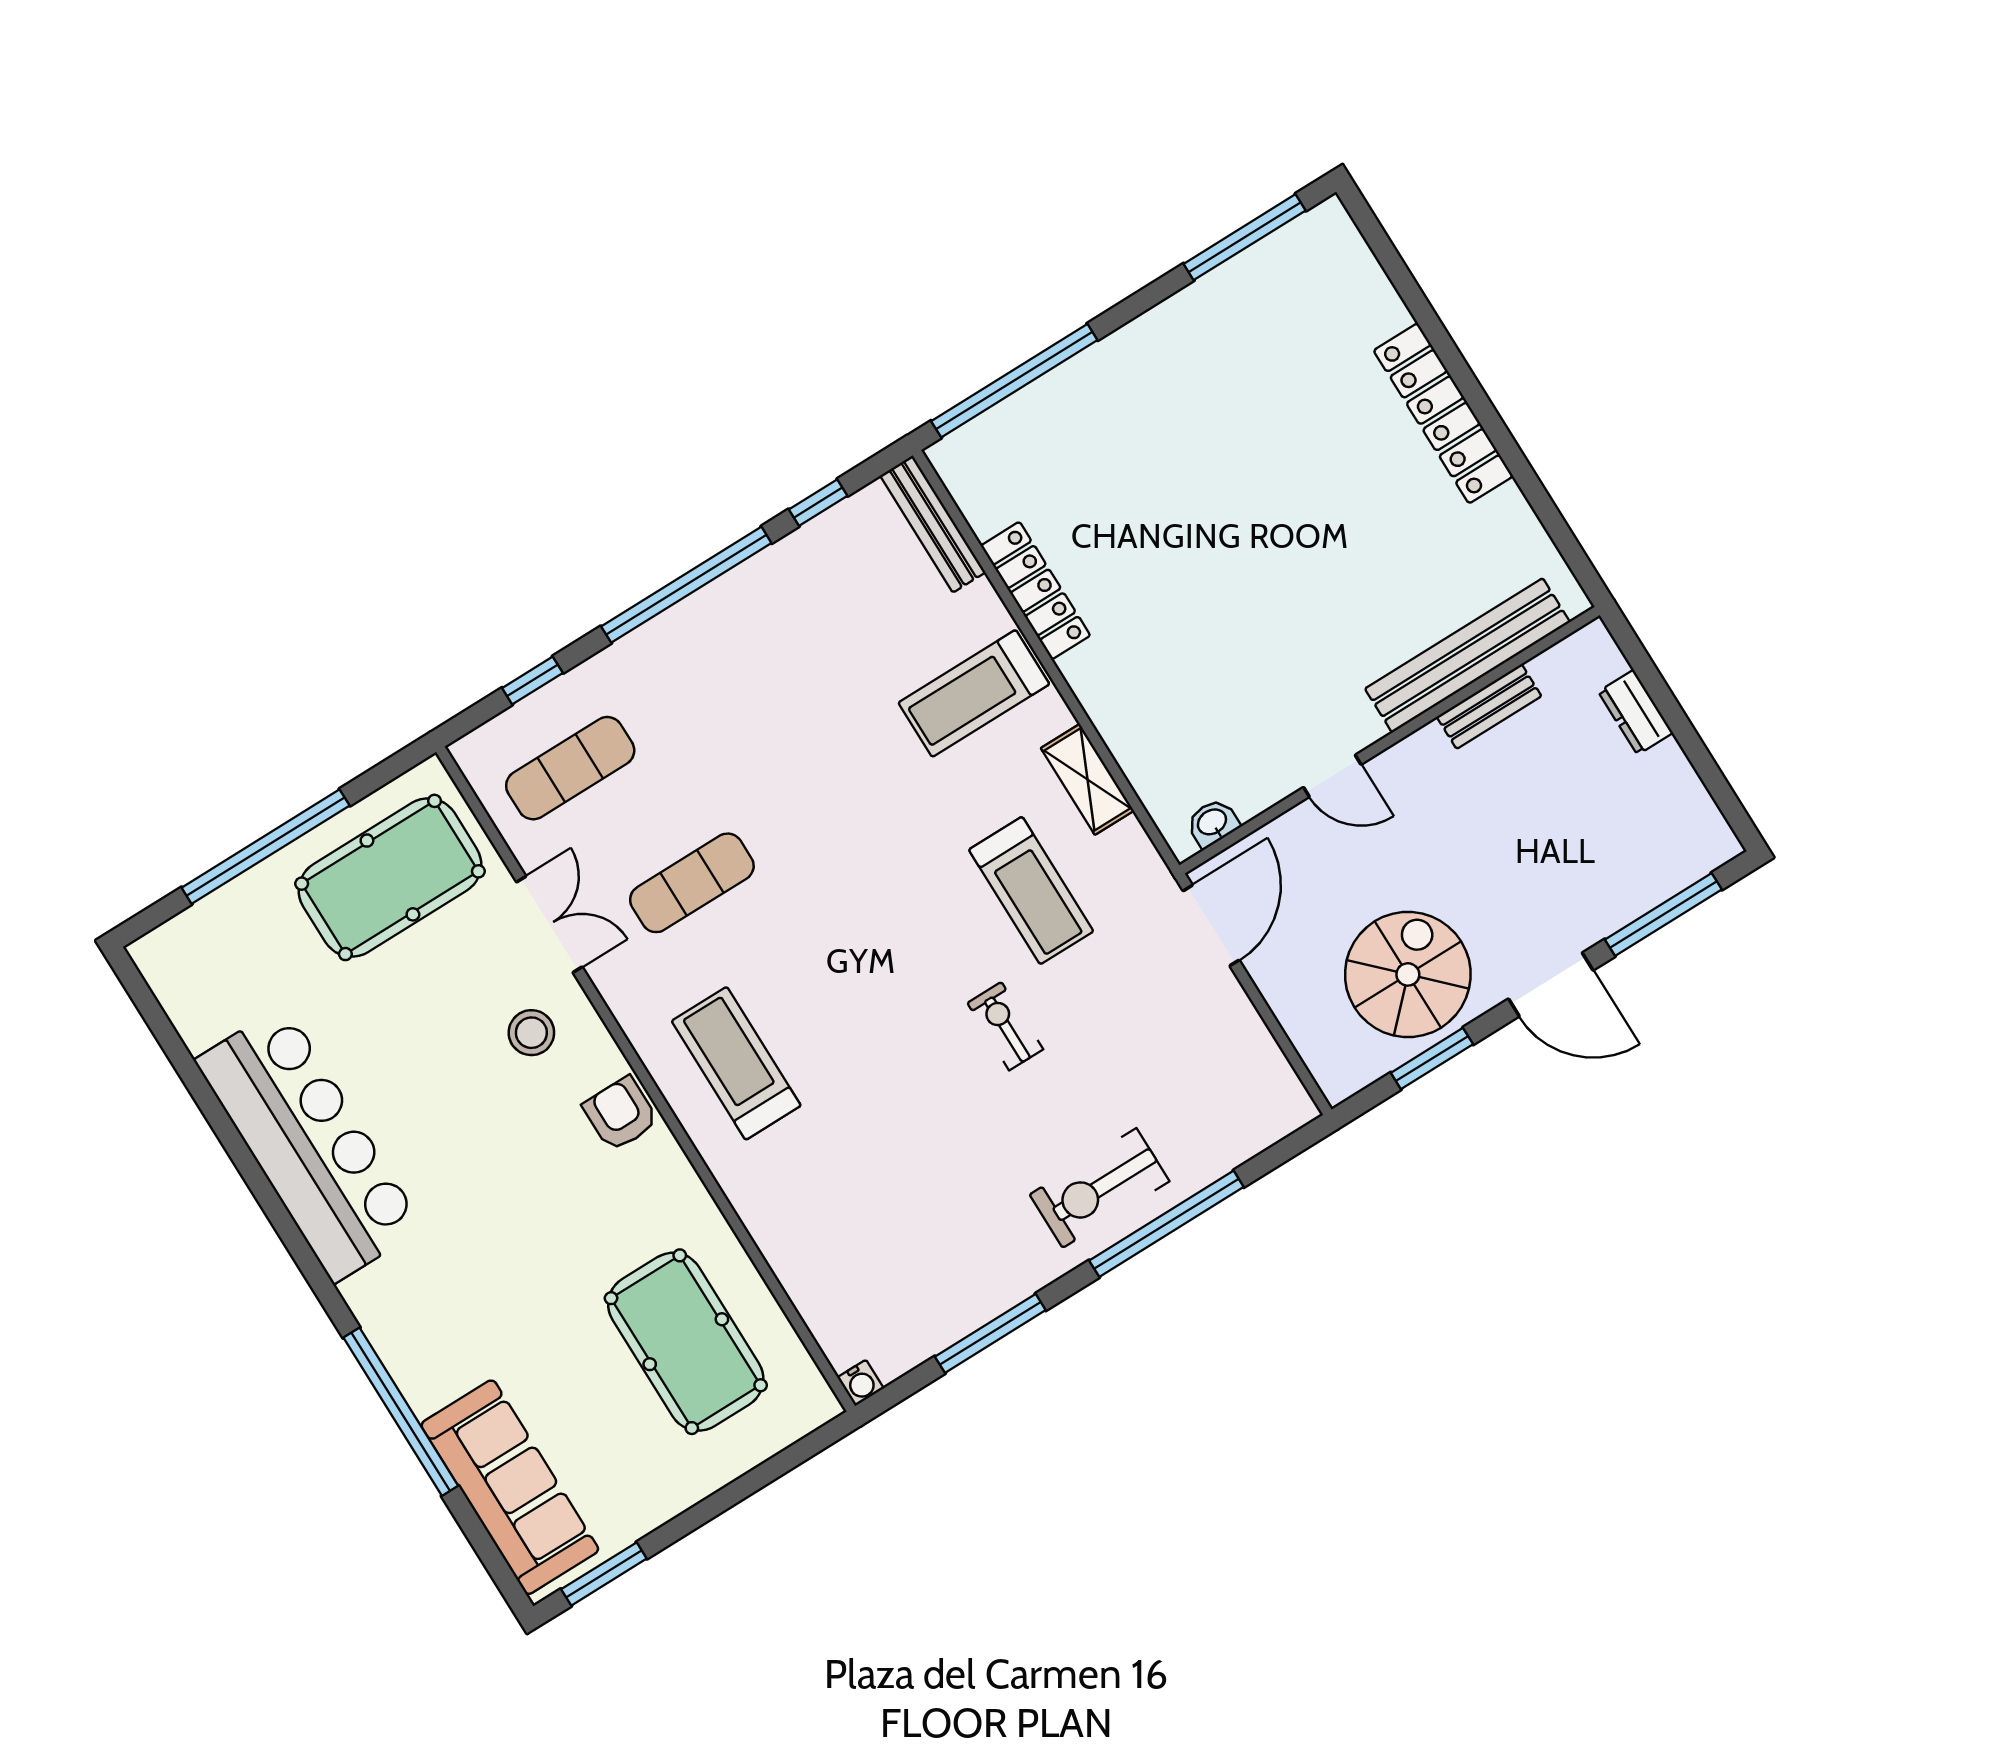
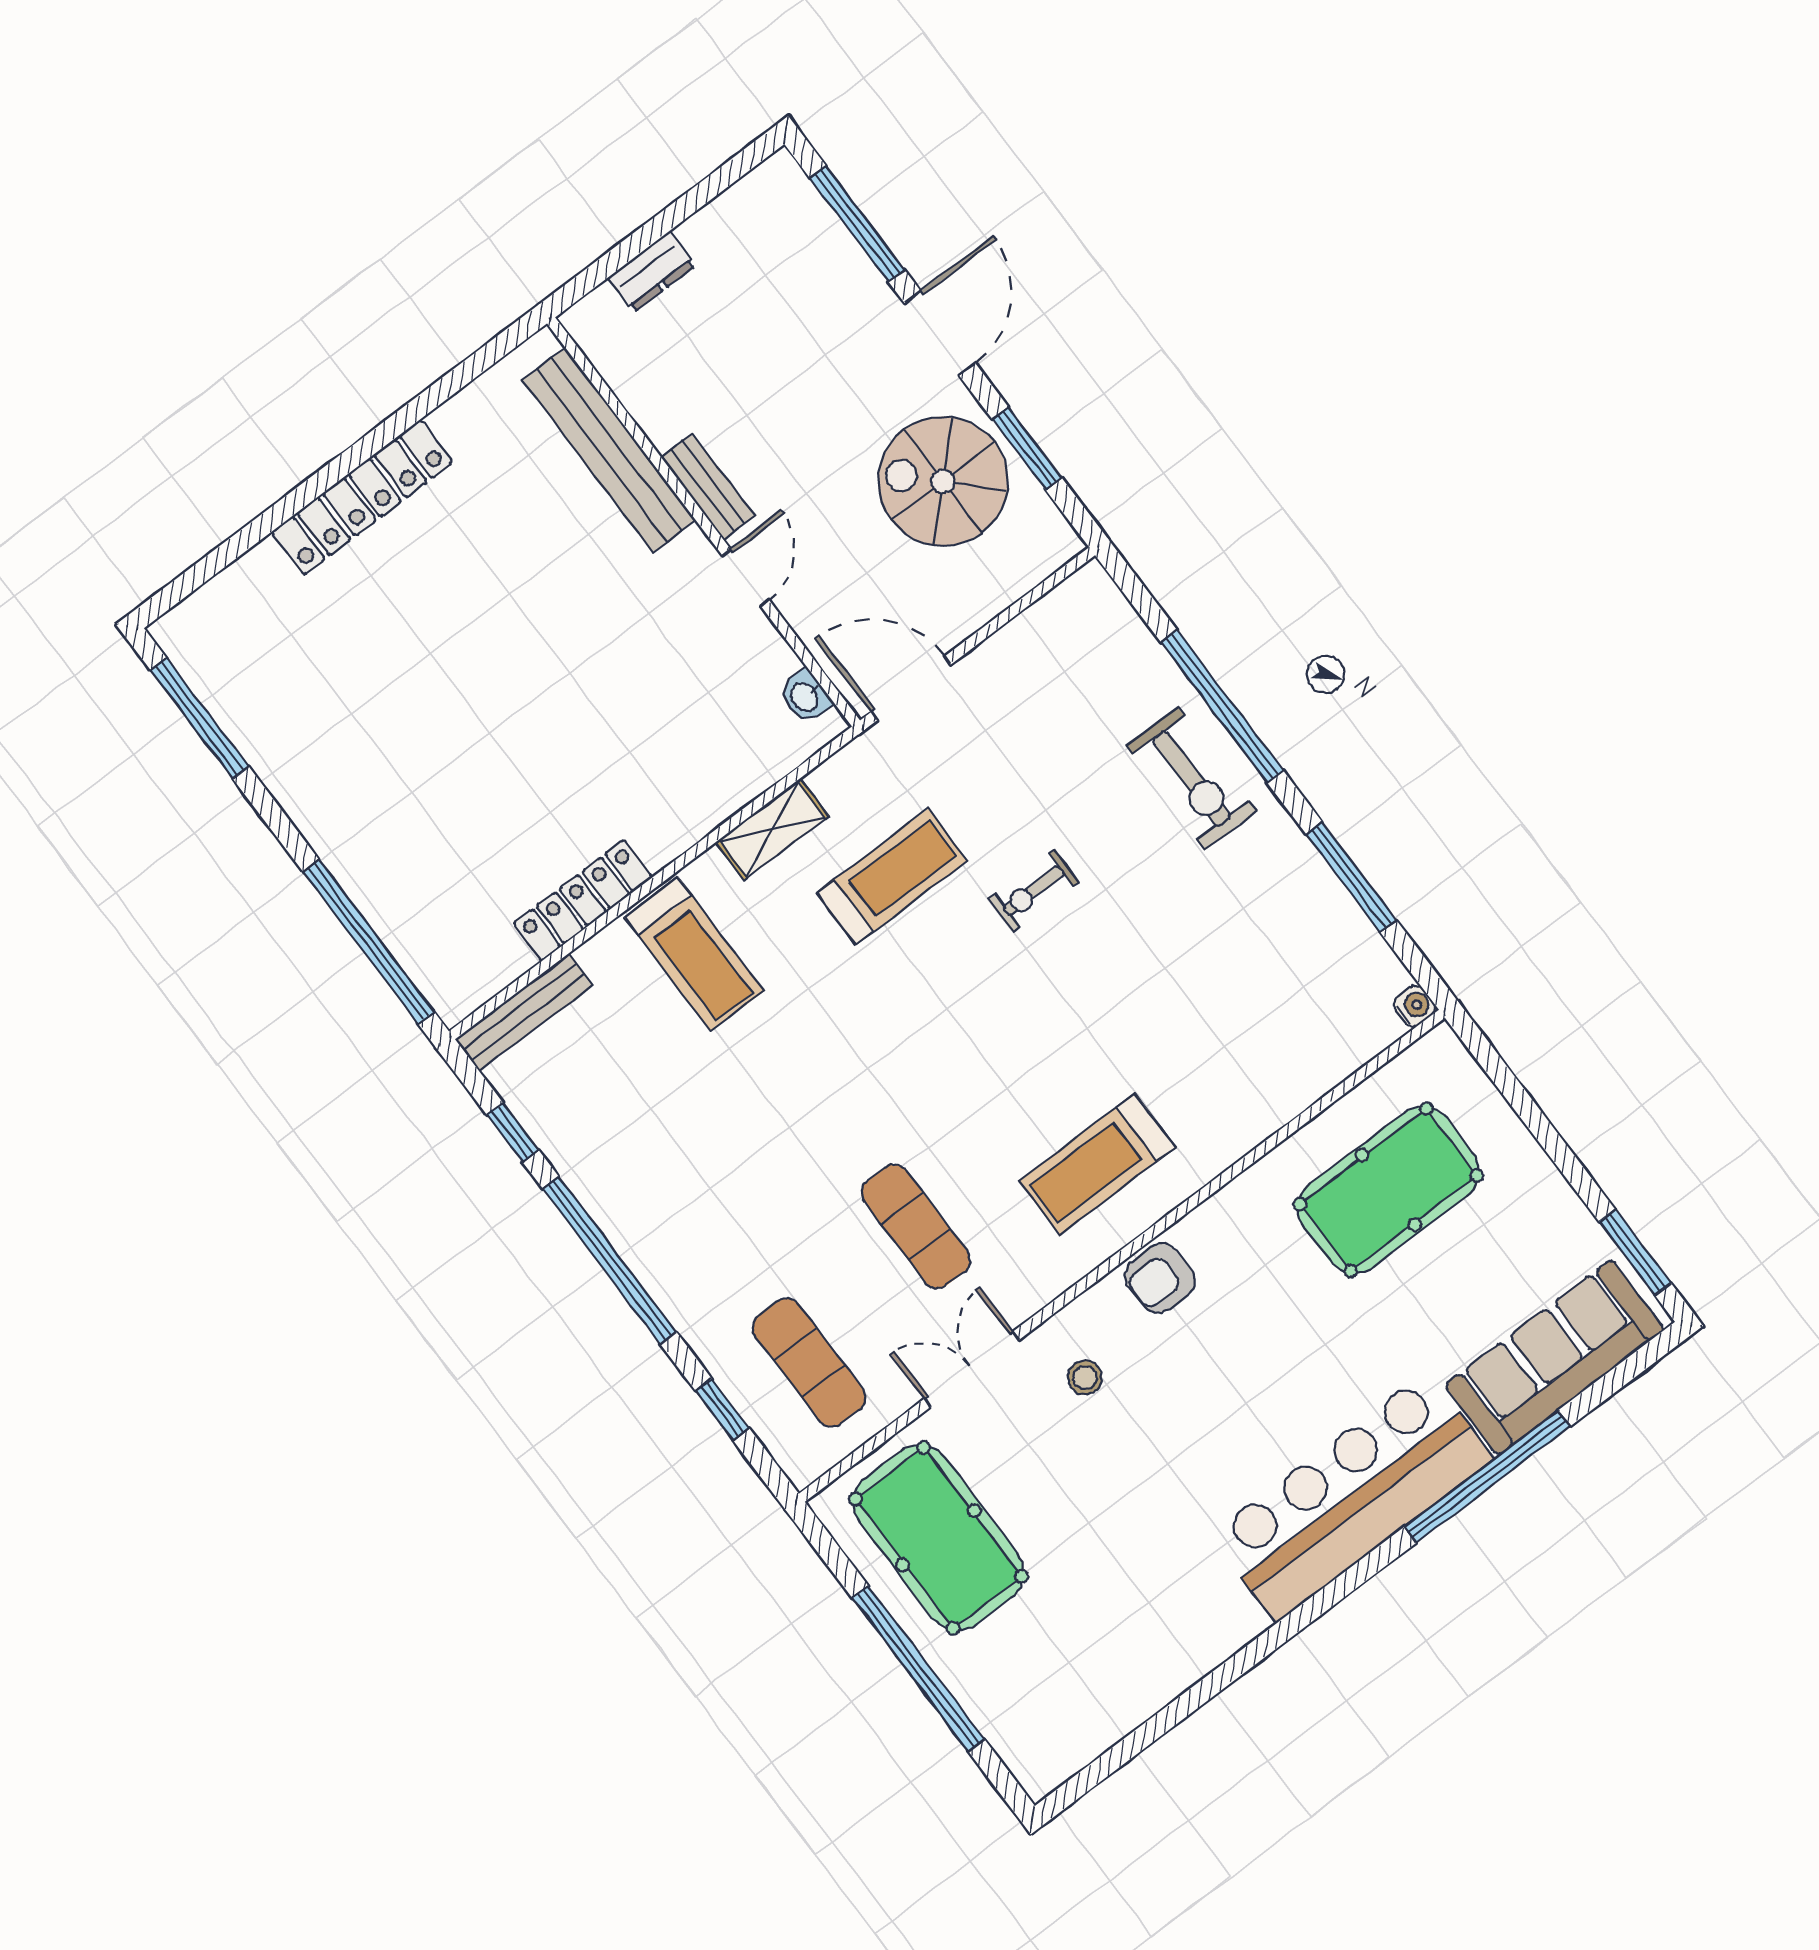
bench: (1489, 706) -> (708, 487), moved
stool: (531, 1033) -> (1085, 1378), width x0.73, depth x0.73
bar counter: (309, 1144) -> (1352, 1497), moved

